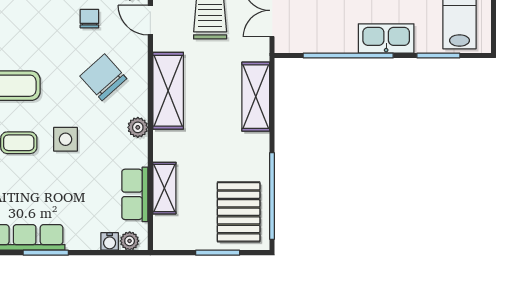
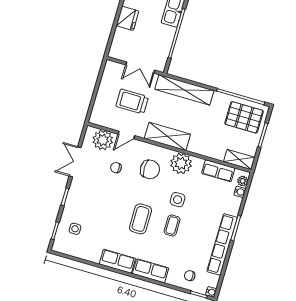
chair: (103, 77) -> (150, 169), turned -138
shelving: (256, 97) -> (184, 90), width x1.47
plant: (138, 127) -> (181, 163), width x1.88, depth x1.88
shelving: (164, 188) -> (239, 159), moved

